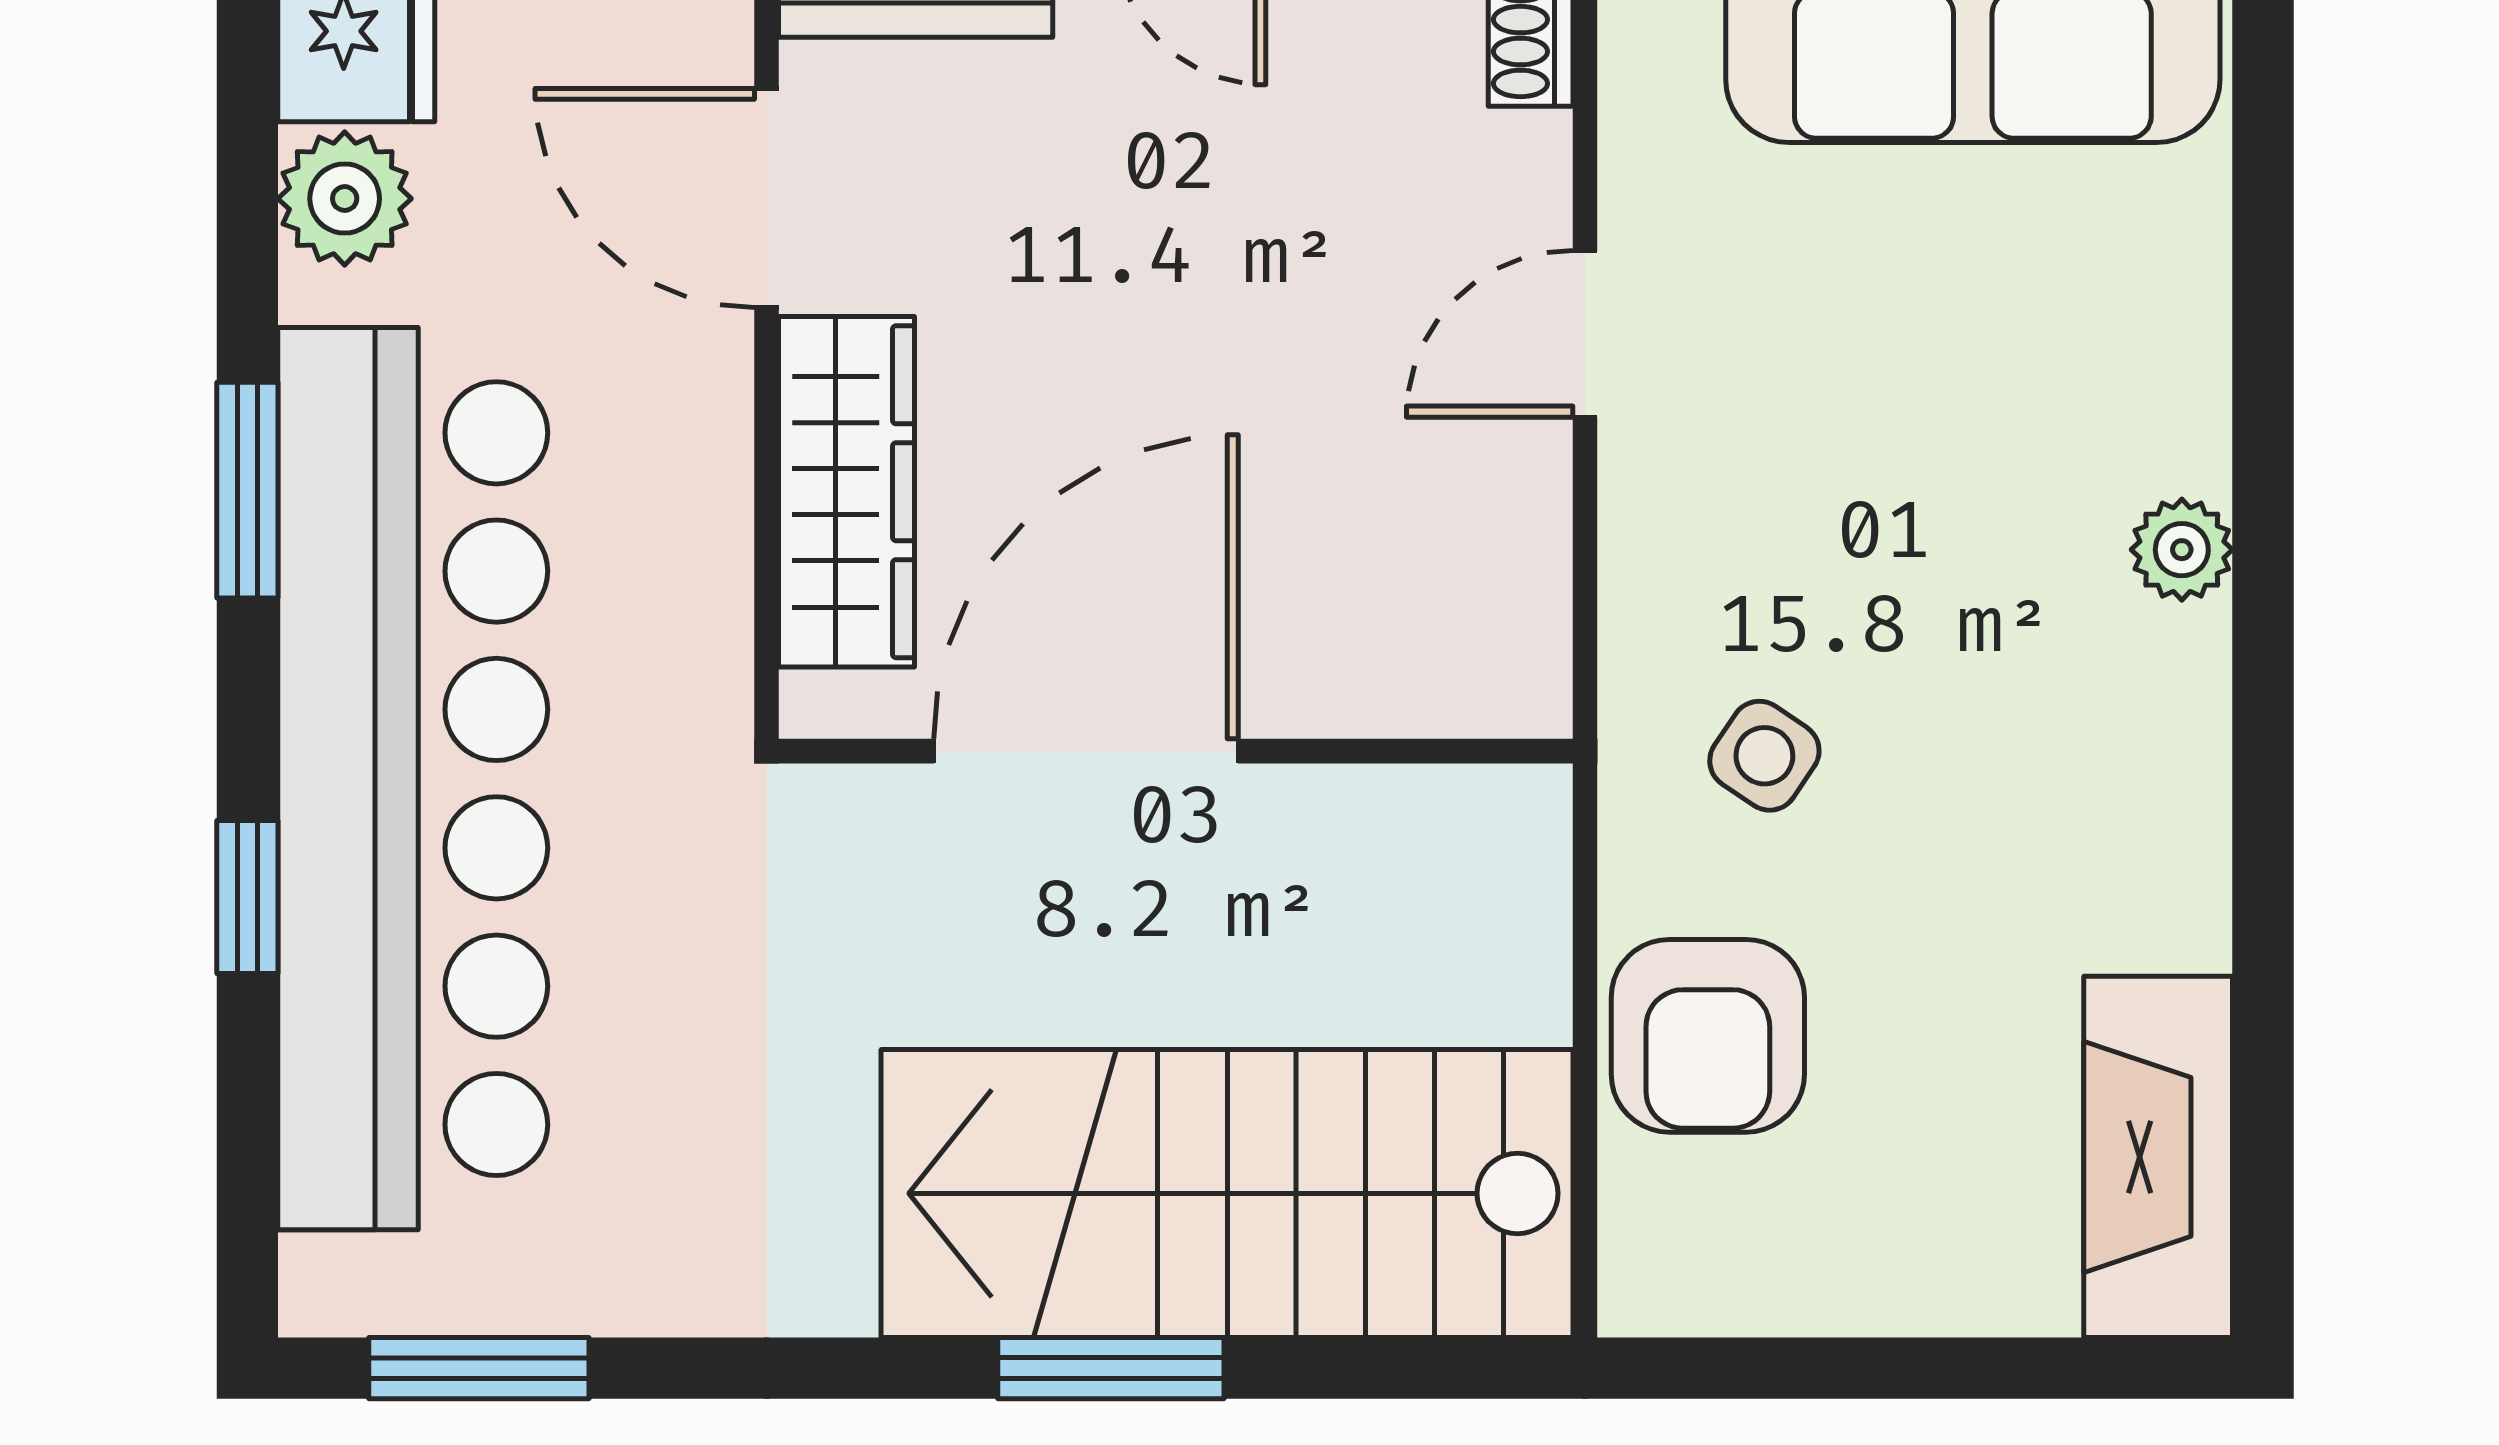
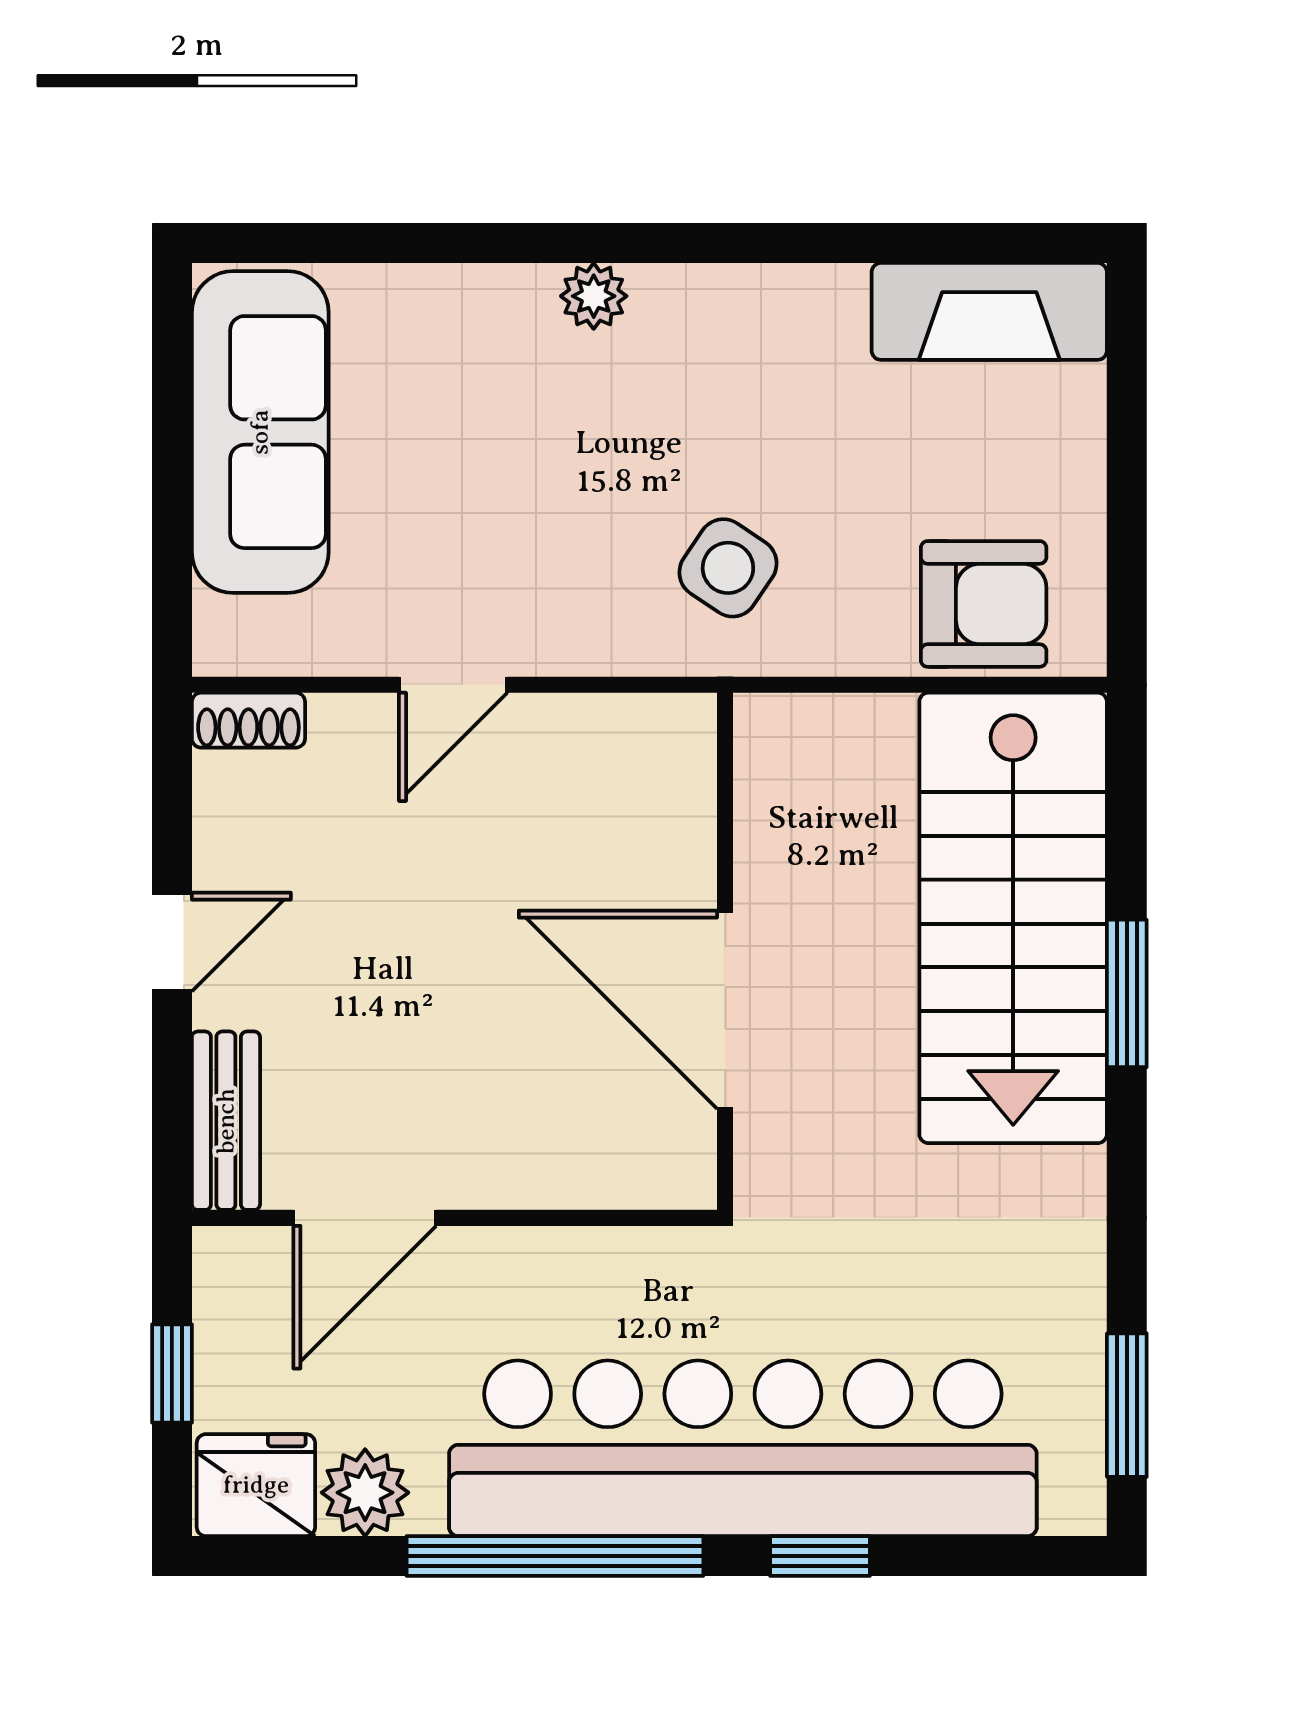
door: (1585, 334) -> (453, 685), hinge flipped
window: (247, 490) -> (555, 1556), width x2.11
wardrobe: (847, 492) -> (556, 1166), removed
side table: (1764, 756) -> (728, 568), width x1.37, depth x1.37
armchair: (1708, 1036) -> (984, 604), moved

